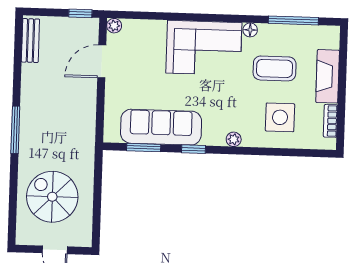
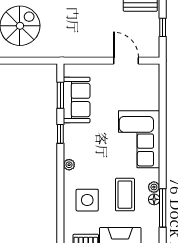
window: (80, 13) -> (163, 27), moved
plant: (114, 26) -> (154, 187), moved
floor lamp: (250, 30) -> (154, 199), moved
sofa: (161, 127) -> (77, 100), width x0.73

